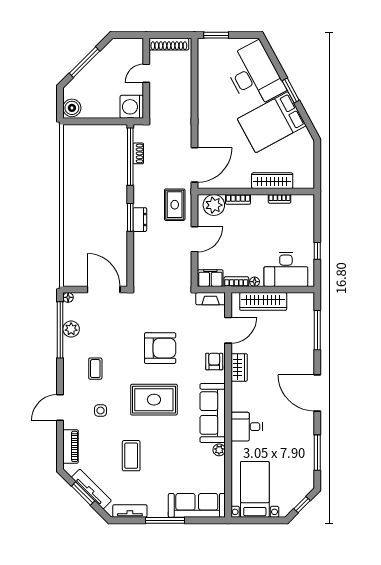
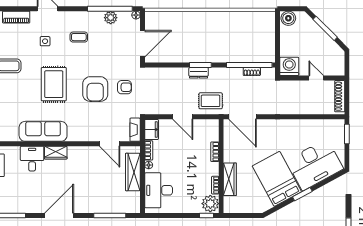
plant: (214, 205) -> (210, 204), moved
window: (317, 251) -> (207, 216), moved
armchair: (214, 361) -> (124, 87), moved
wardrobe: (239, 367) -> (56, 153), moved
plant: (219, 450) -> (13, 137), removed

